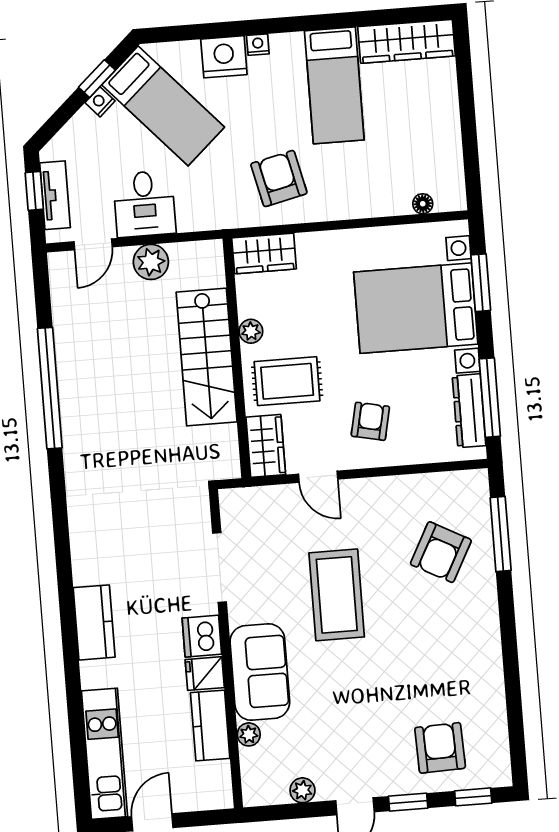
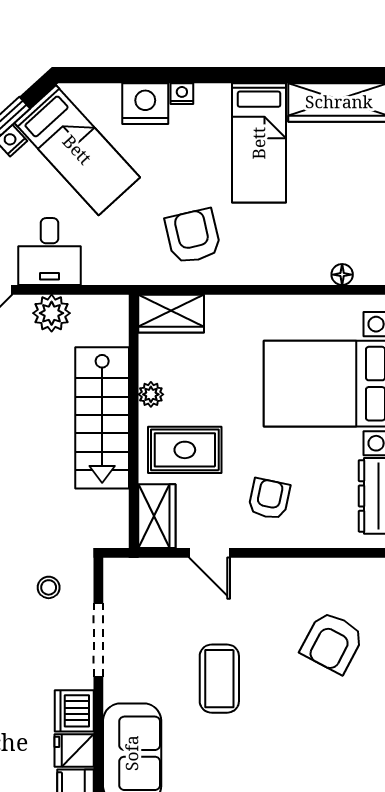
stool: (169, 521) -> (49, 587), added
coffee table: (337, 595) -> (219, 679), width x0.73, depth x0.76

